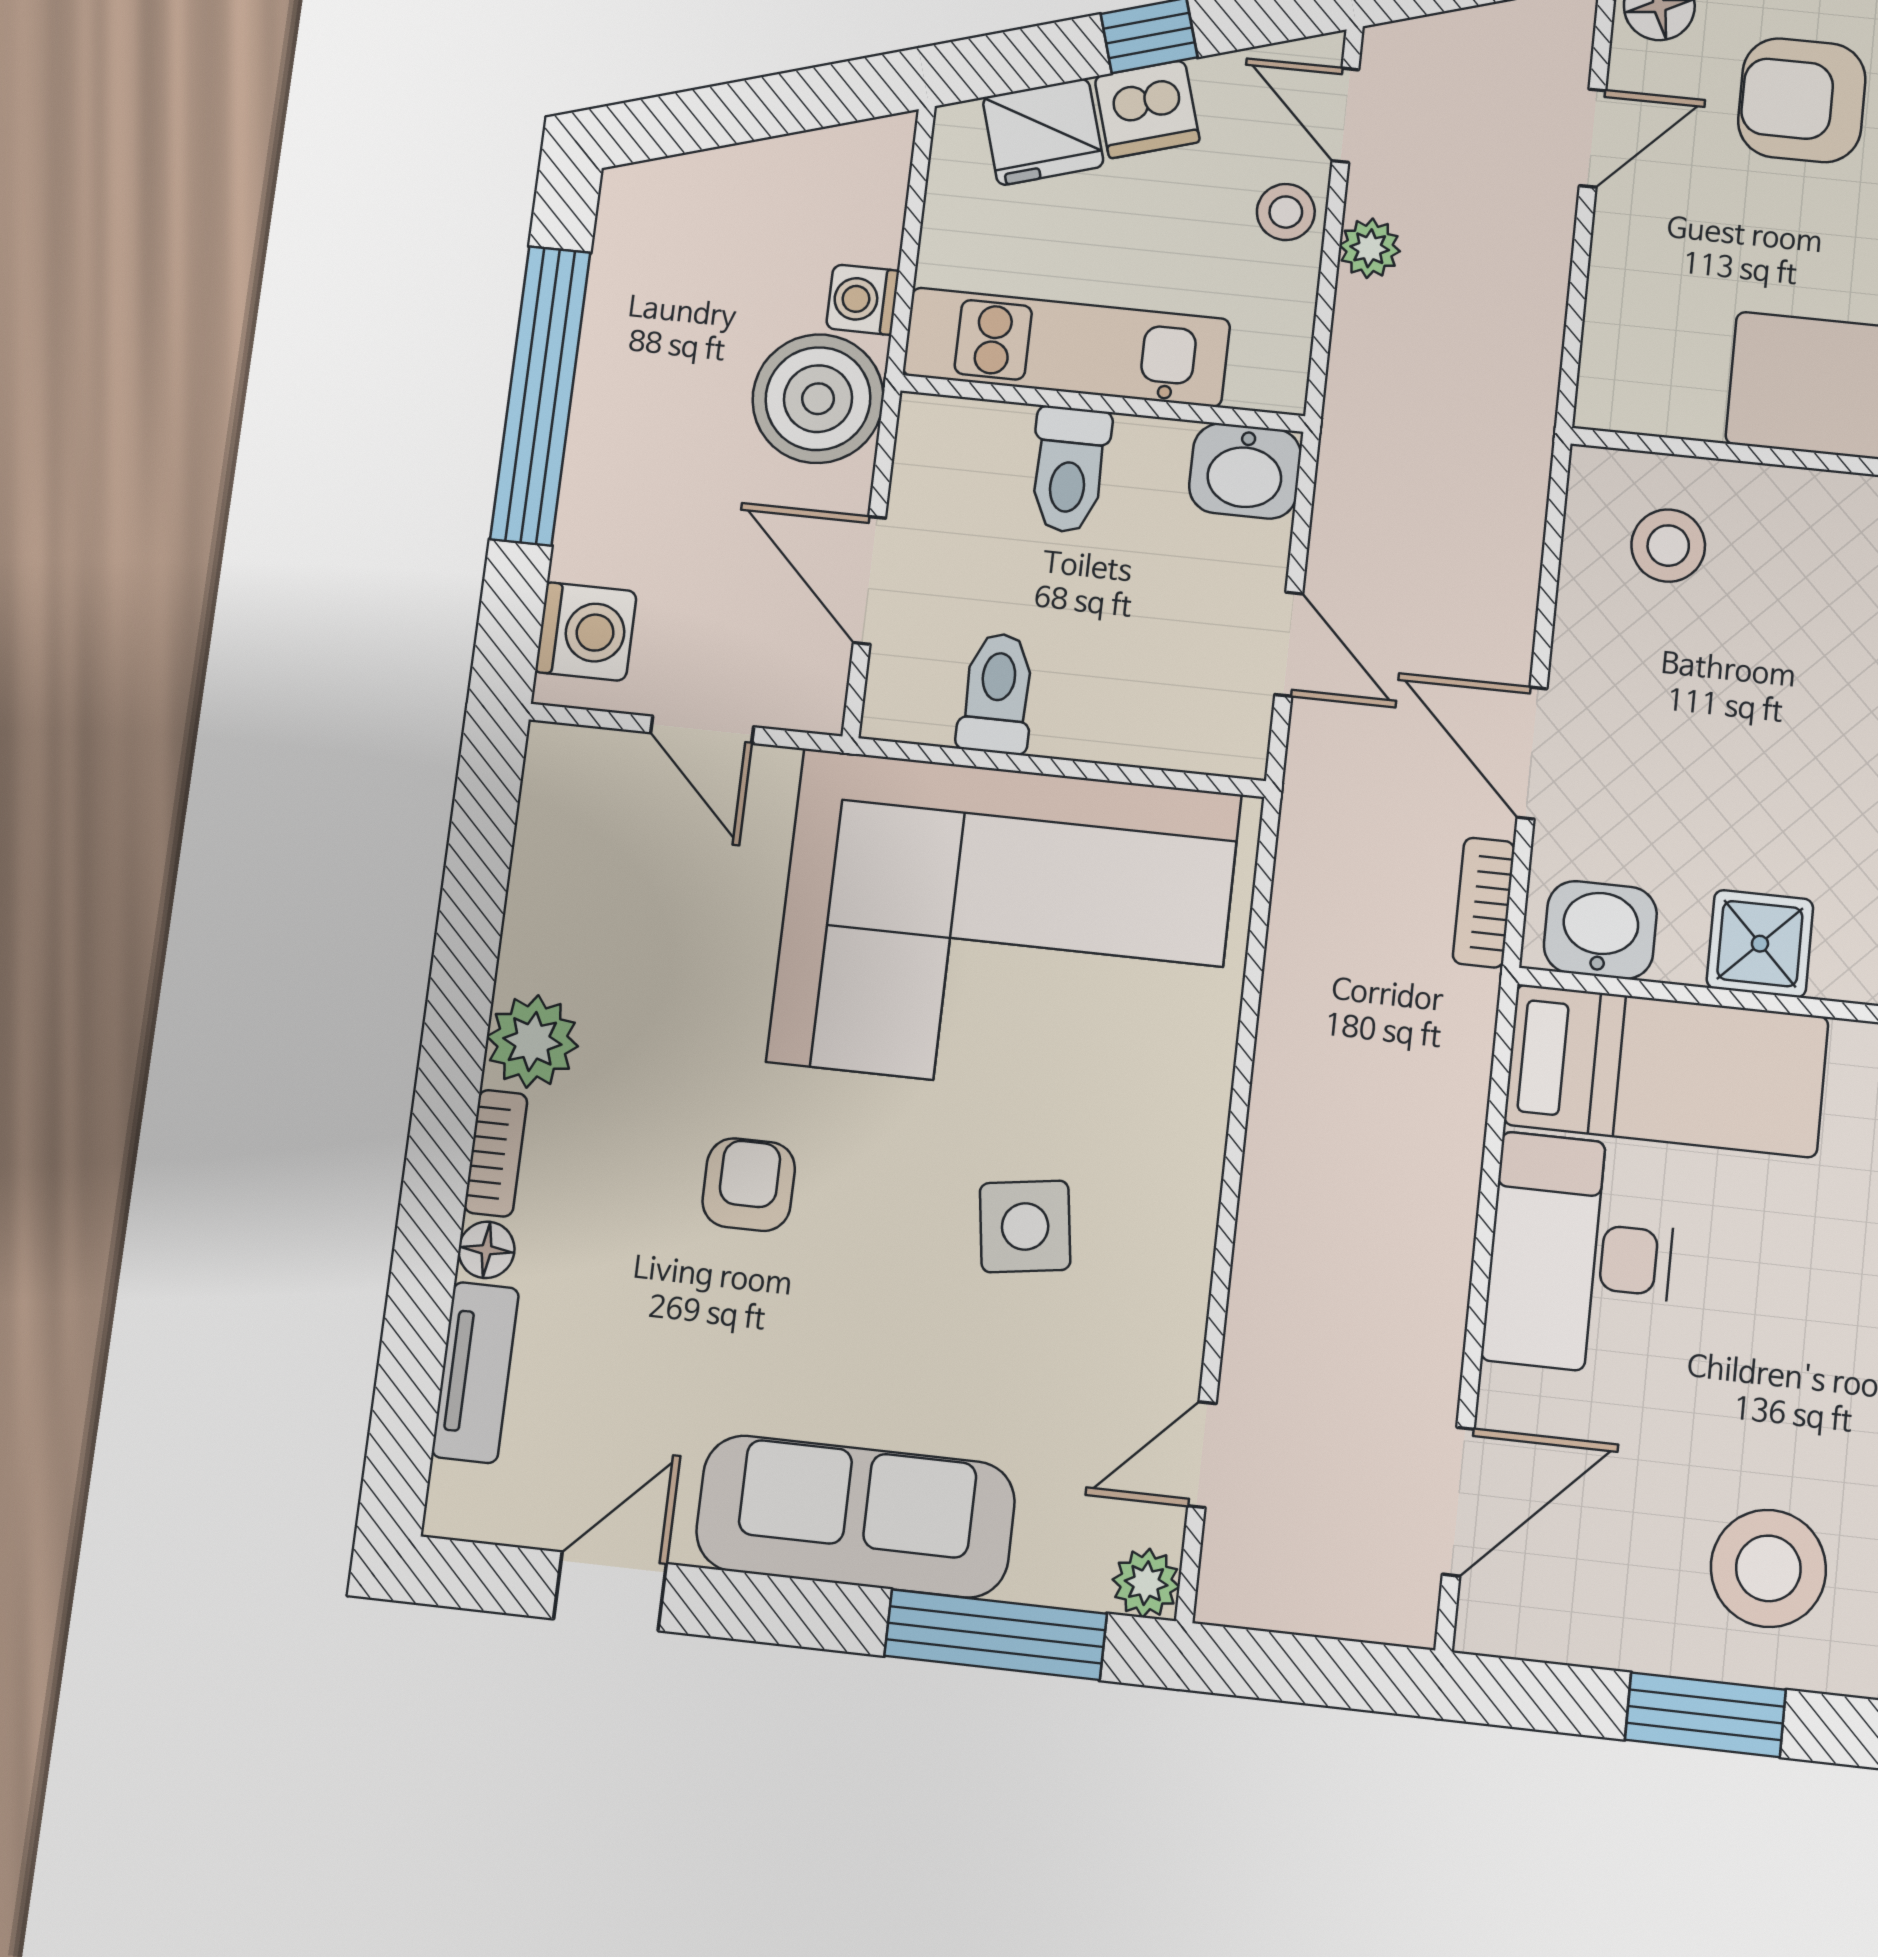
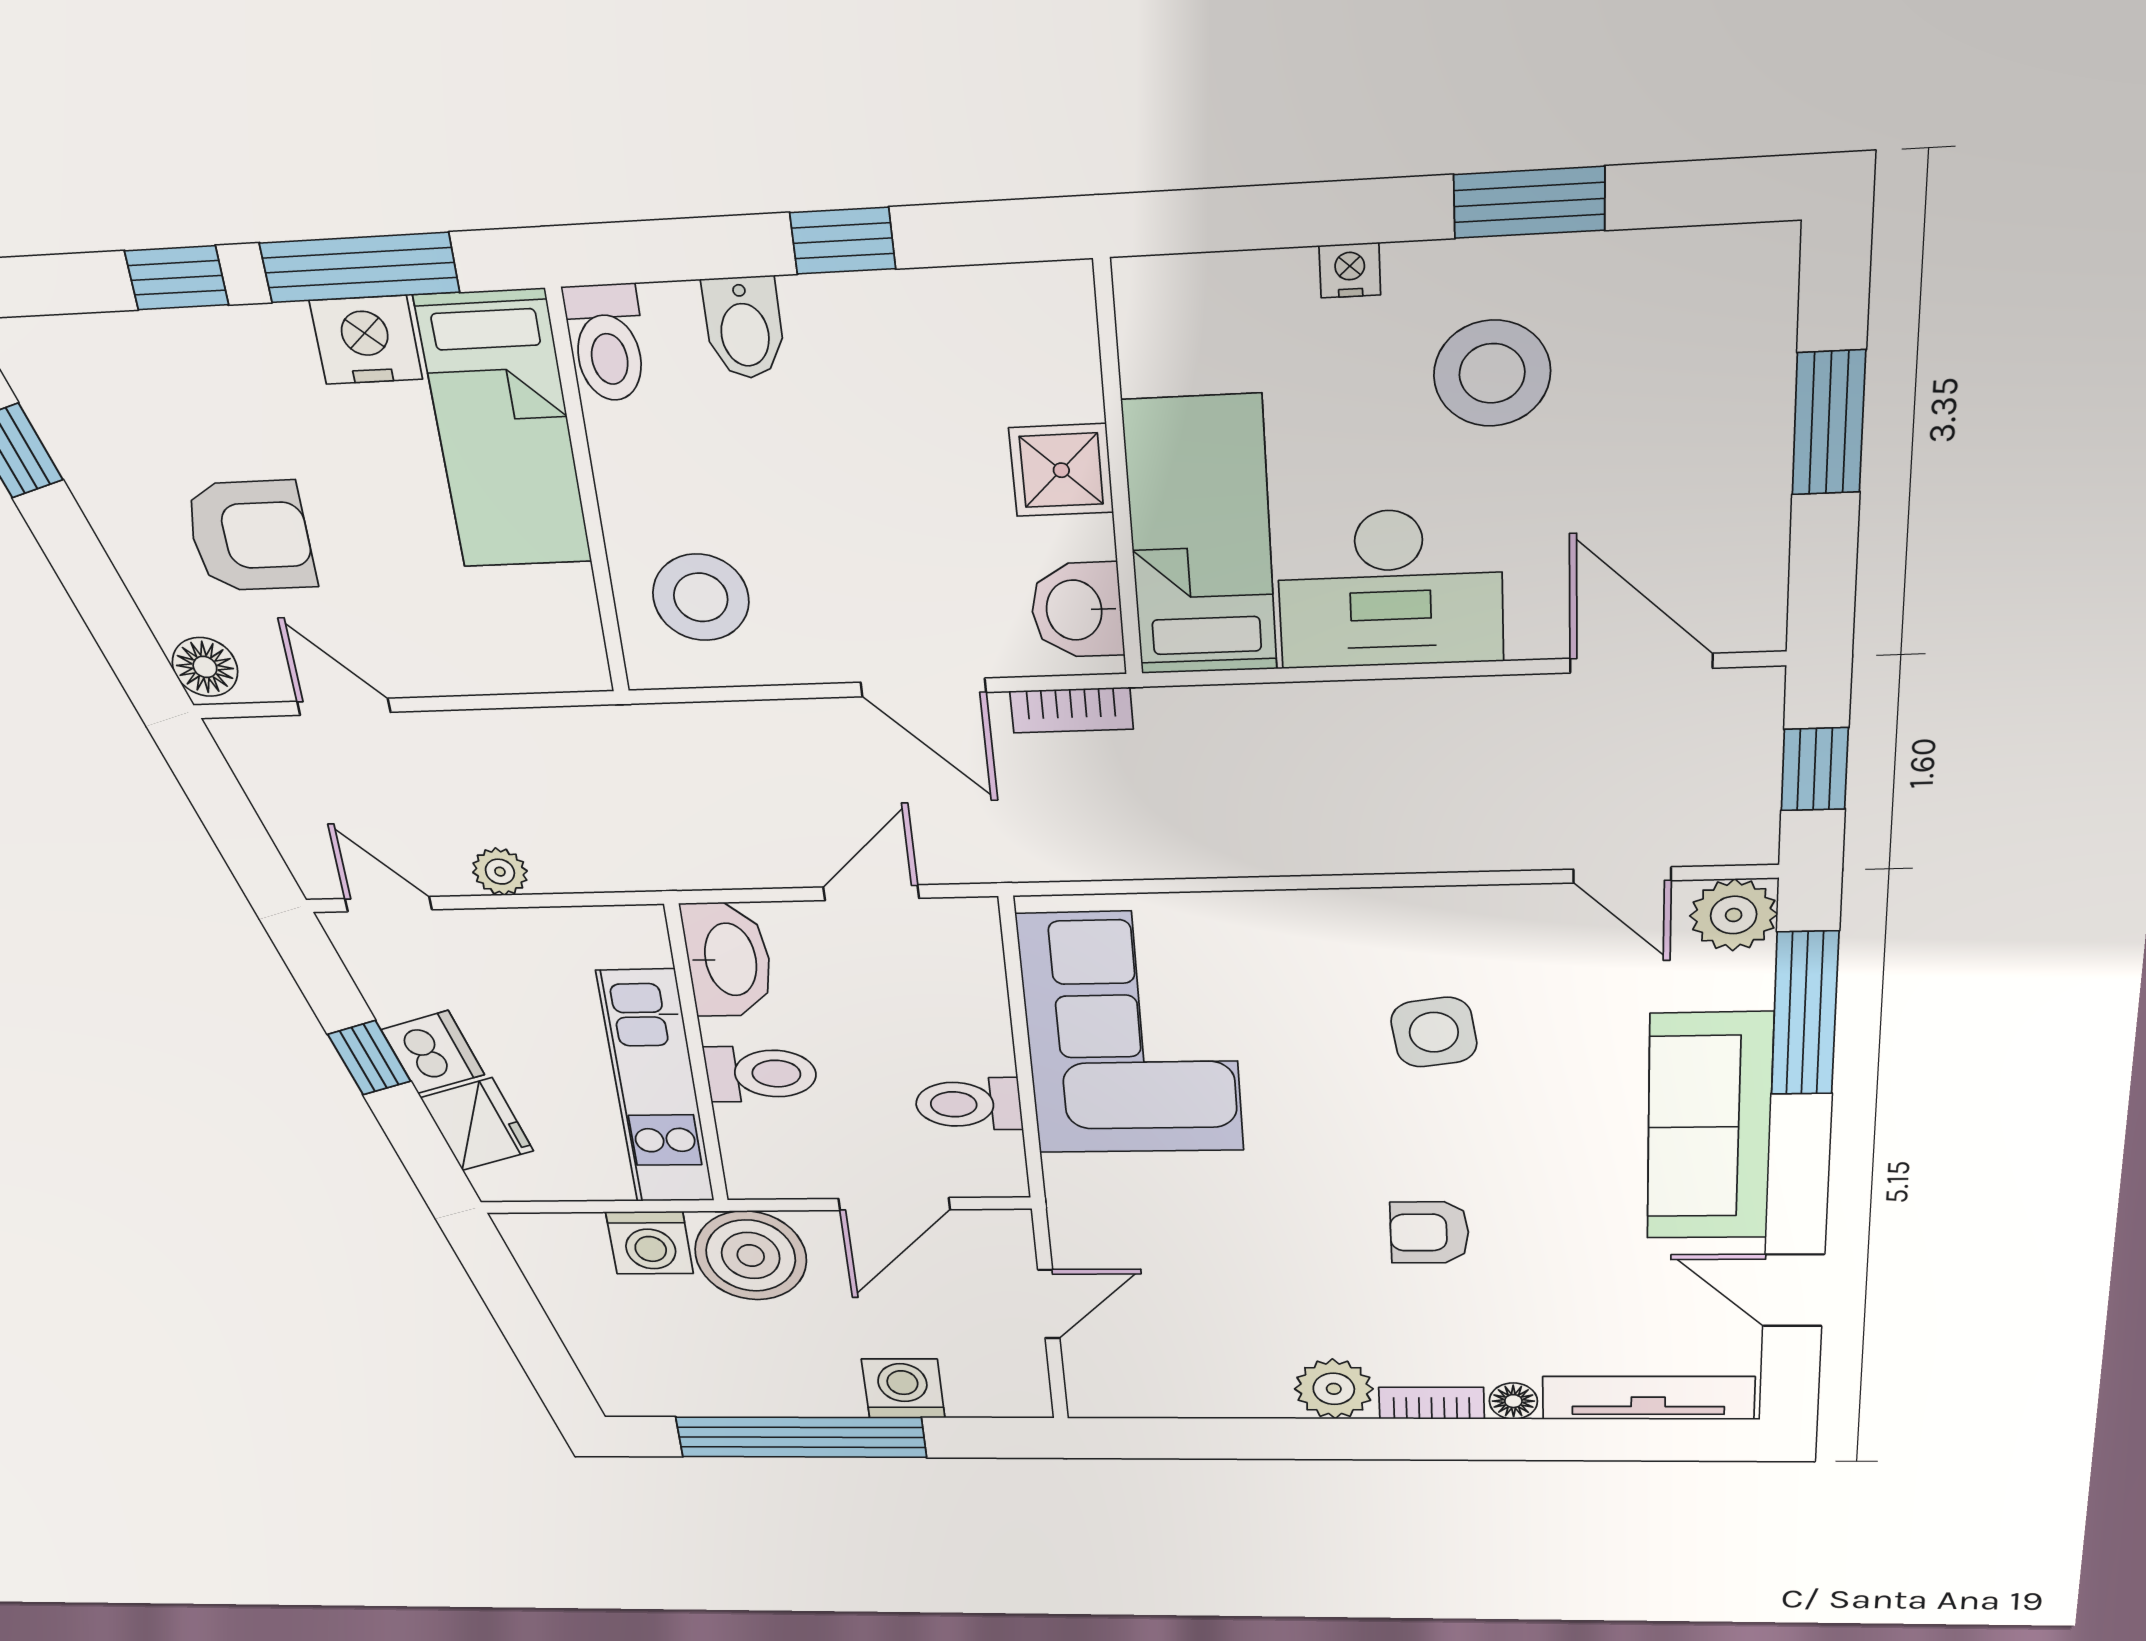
armchair: (1802, 100) -> (250, 536), turned -90
door: (1345, 115) -> (388, 904), swing flipped
stool: (1286, 212) -> (488, 939), removed
washing machine: (863, 300) -> (650, 1243), width x1.38, depth x1.38
washbasin: (1245, 471) -> (728, 959), width x1.38
stool: (1668, 546) -> (701, 597), width x1.38, depth x1.38
washing machine: (586, 632) -> (903, 1388), moved
door: (1532, 753) -> (923, 687), hinge flipped
corner sofa: (1004, 928) -> (1131, 1034), width x0.73, depth x0.74
tv unit: (475, 1372) -> (1648, 1398), width x1.41
stool: (1768, 1568) -> (1492, 373), moved
plant: (1146, 1583) -> (1734, 915), width x1.38, depth x1.38
window: (1306, 1670) -> (1815, 769), added

